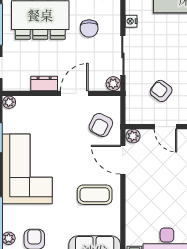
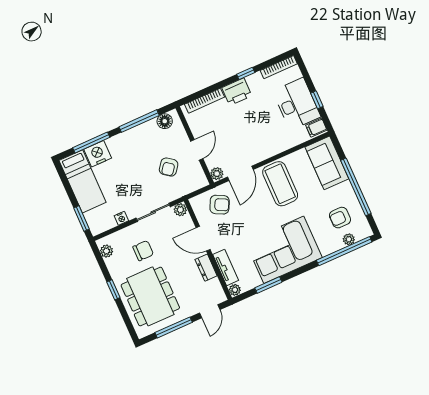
tv unit: (36, 103) -> (226, 267), added
coffee table: (95, 195) -> (280, 184), width x1.36, depth x1.32

